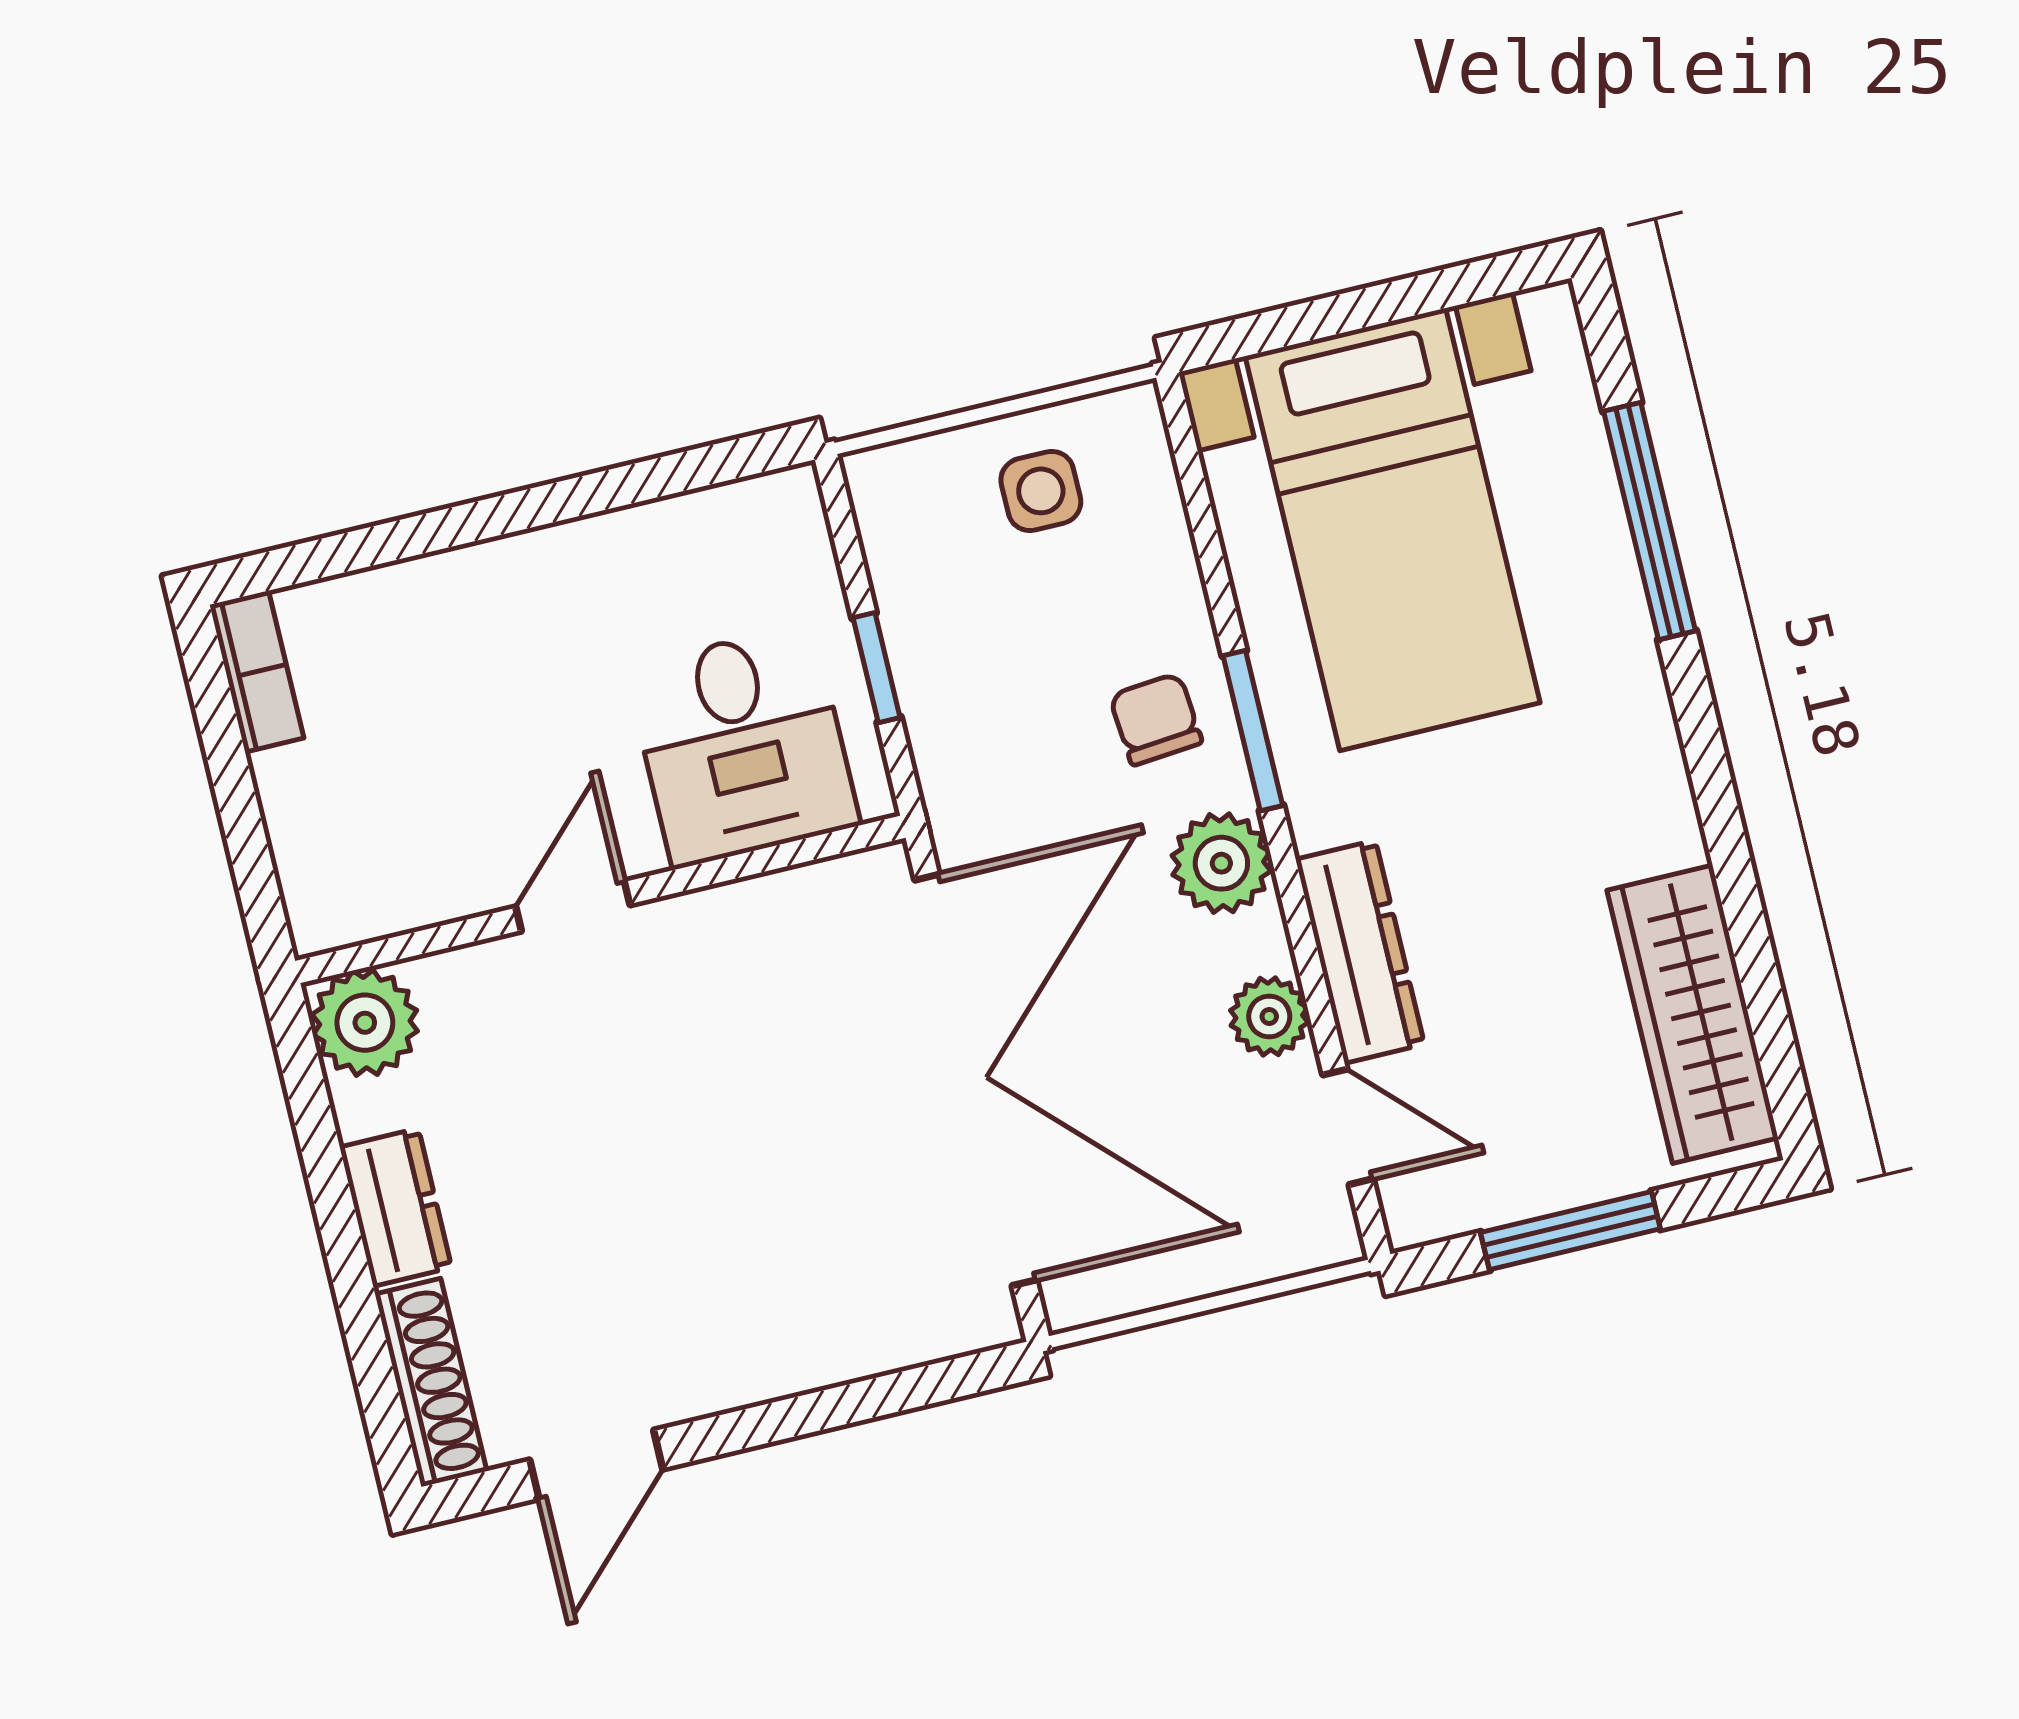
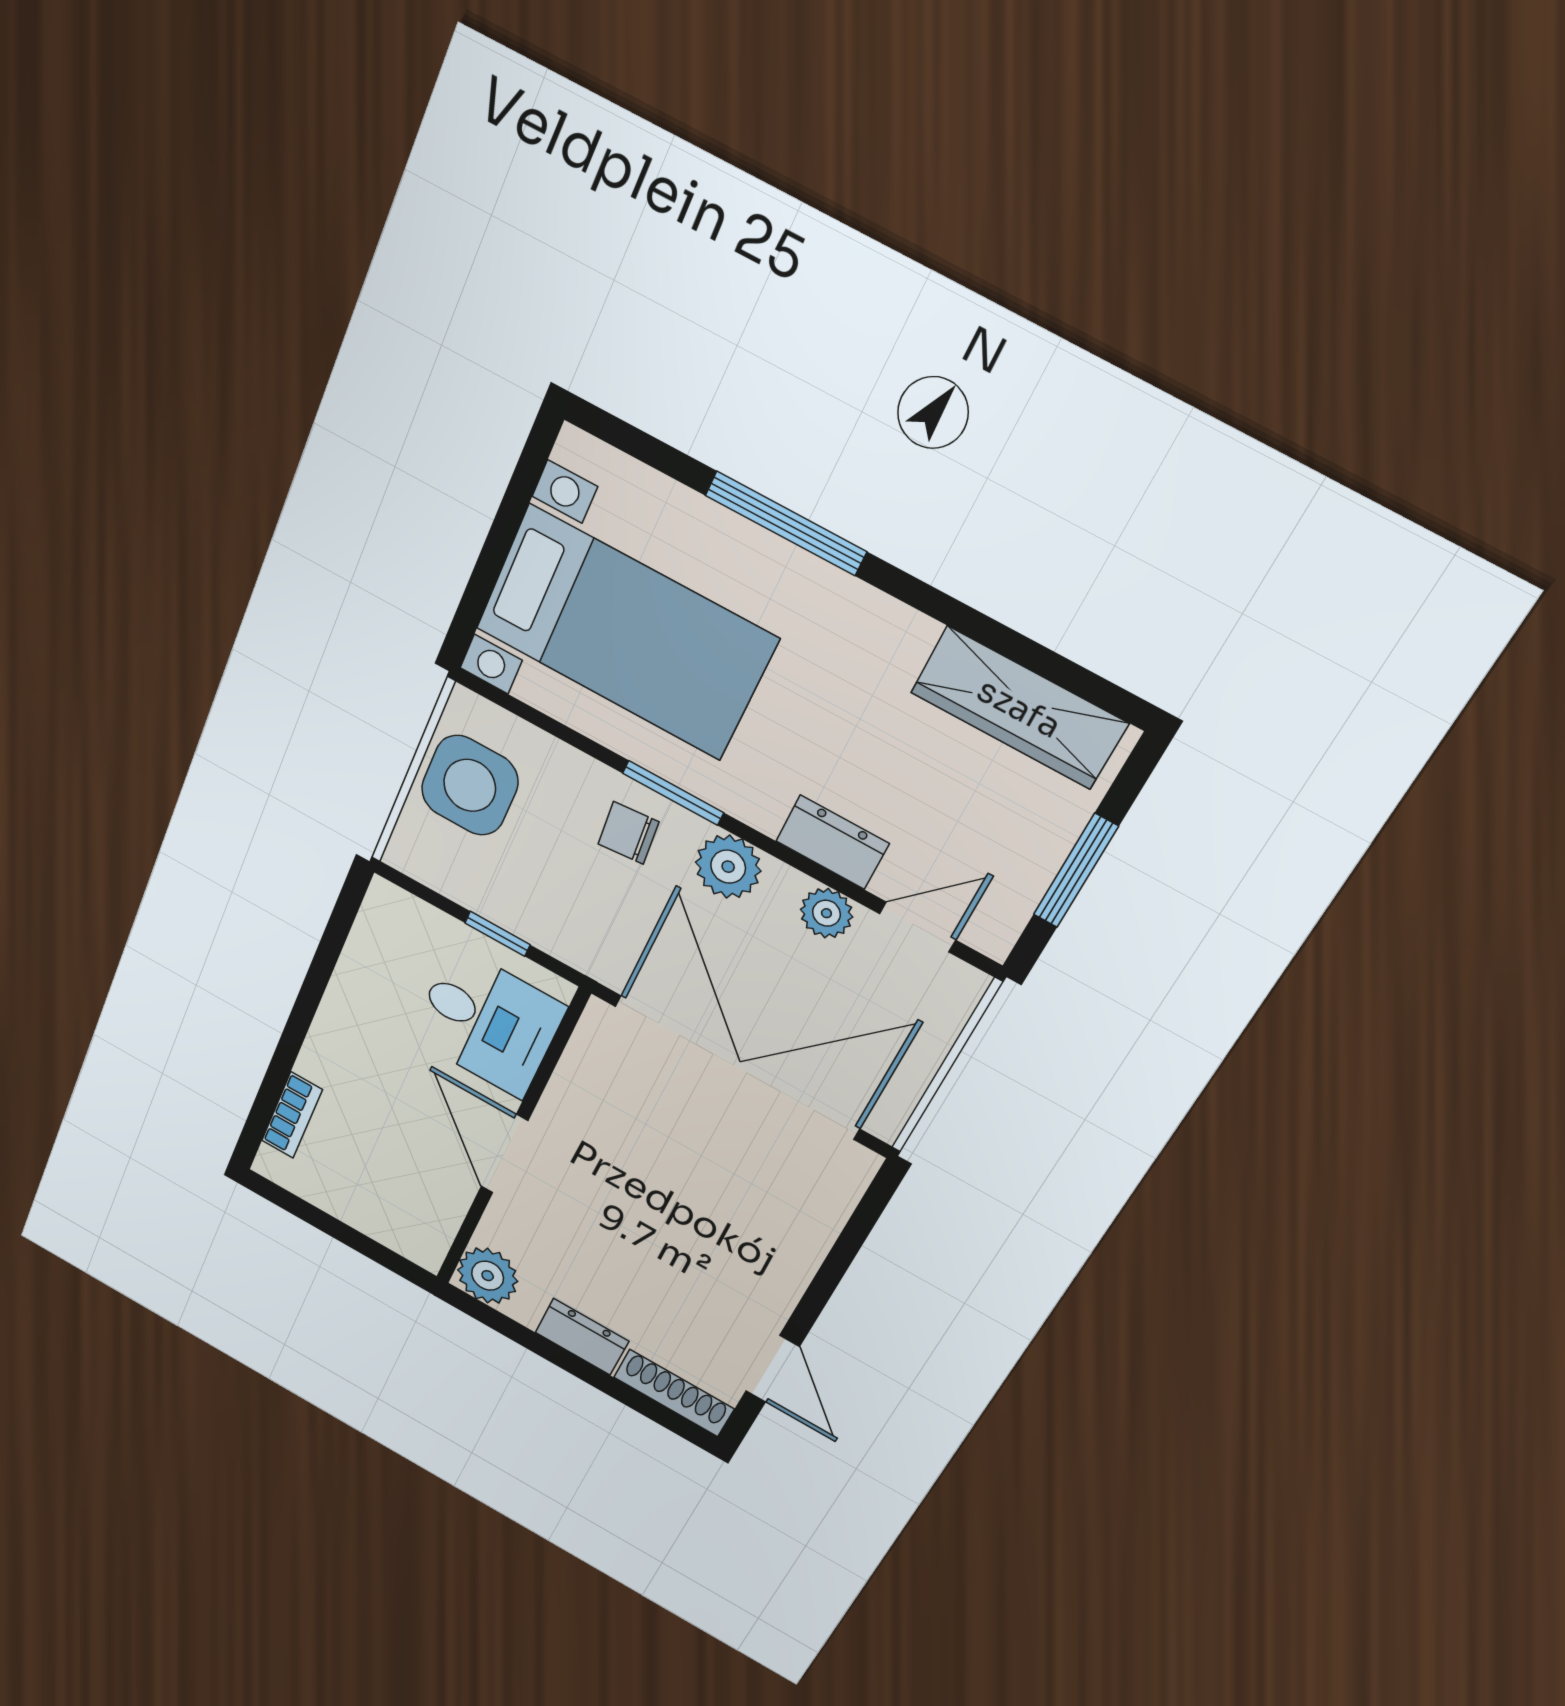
side table: (1041, 491) -> (470, 785), width x1.87, depth x1.87
window: (1650, 521) -> (786, 523), moved
bookcase: (257, 671) -> (292, 1115), moved, turned 90
door: (573, 906) -> (504, 1154), width x1.38
dresser: (1360, 952) -> (832, 842), width x0.70

